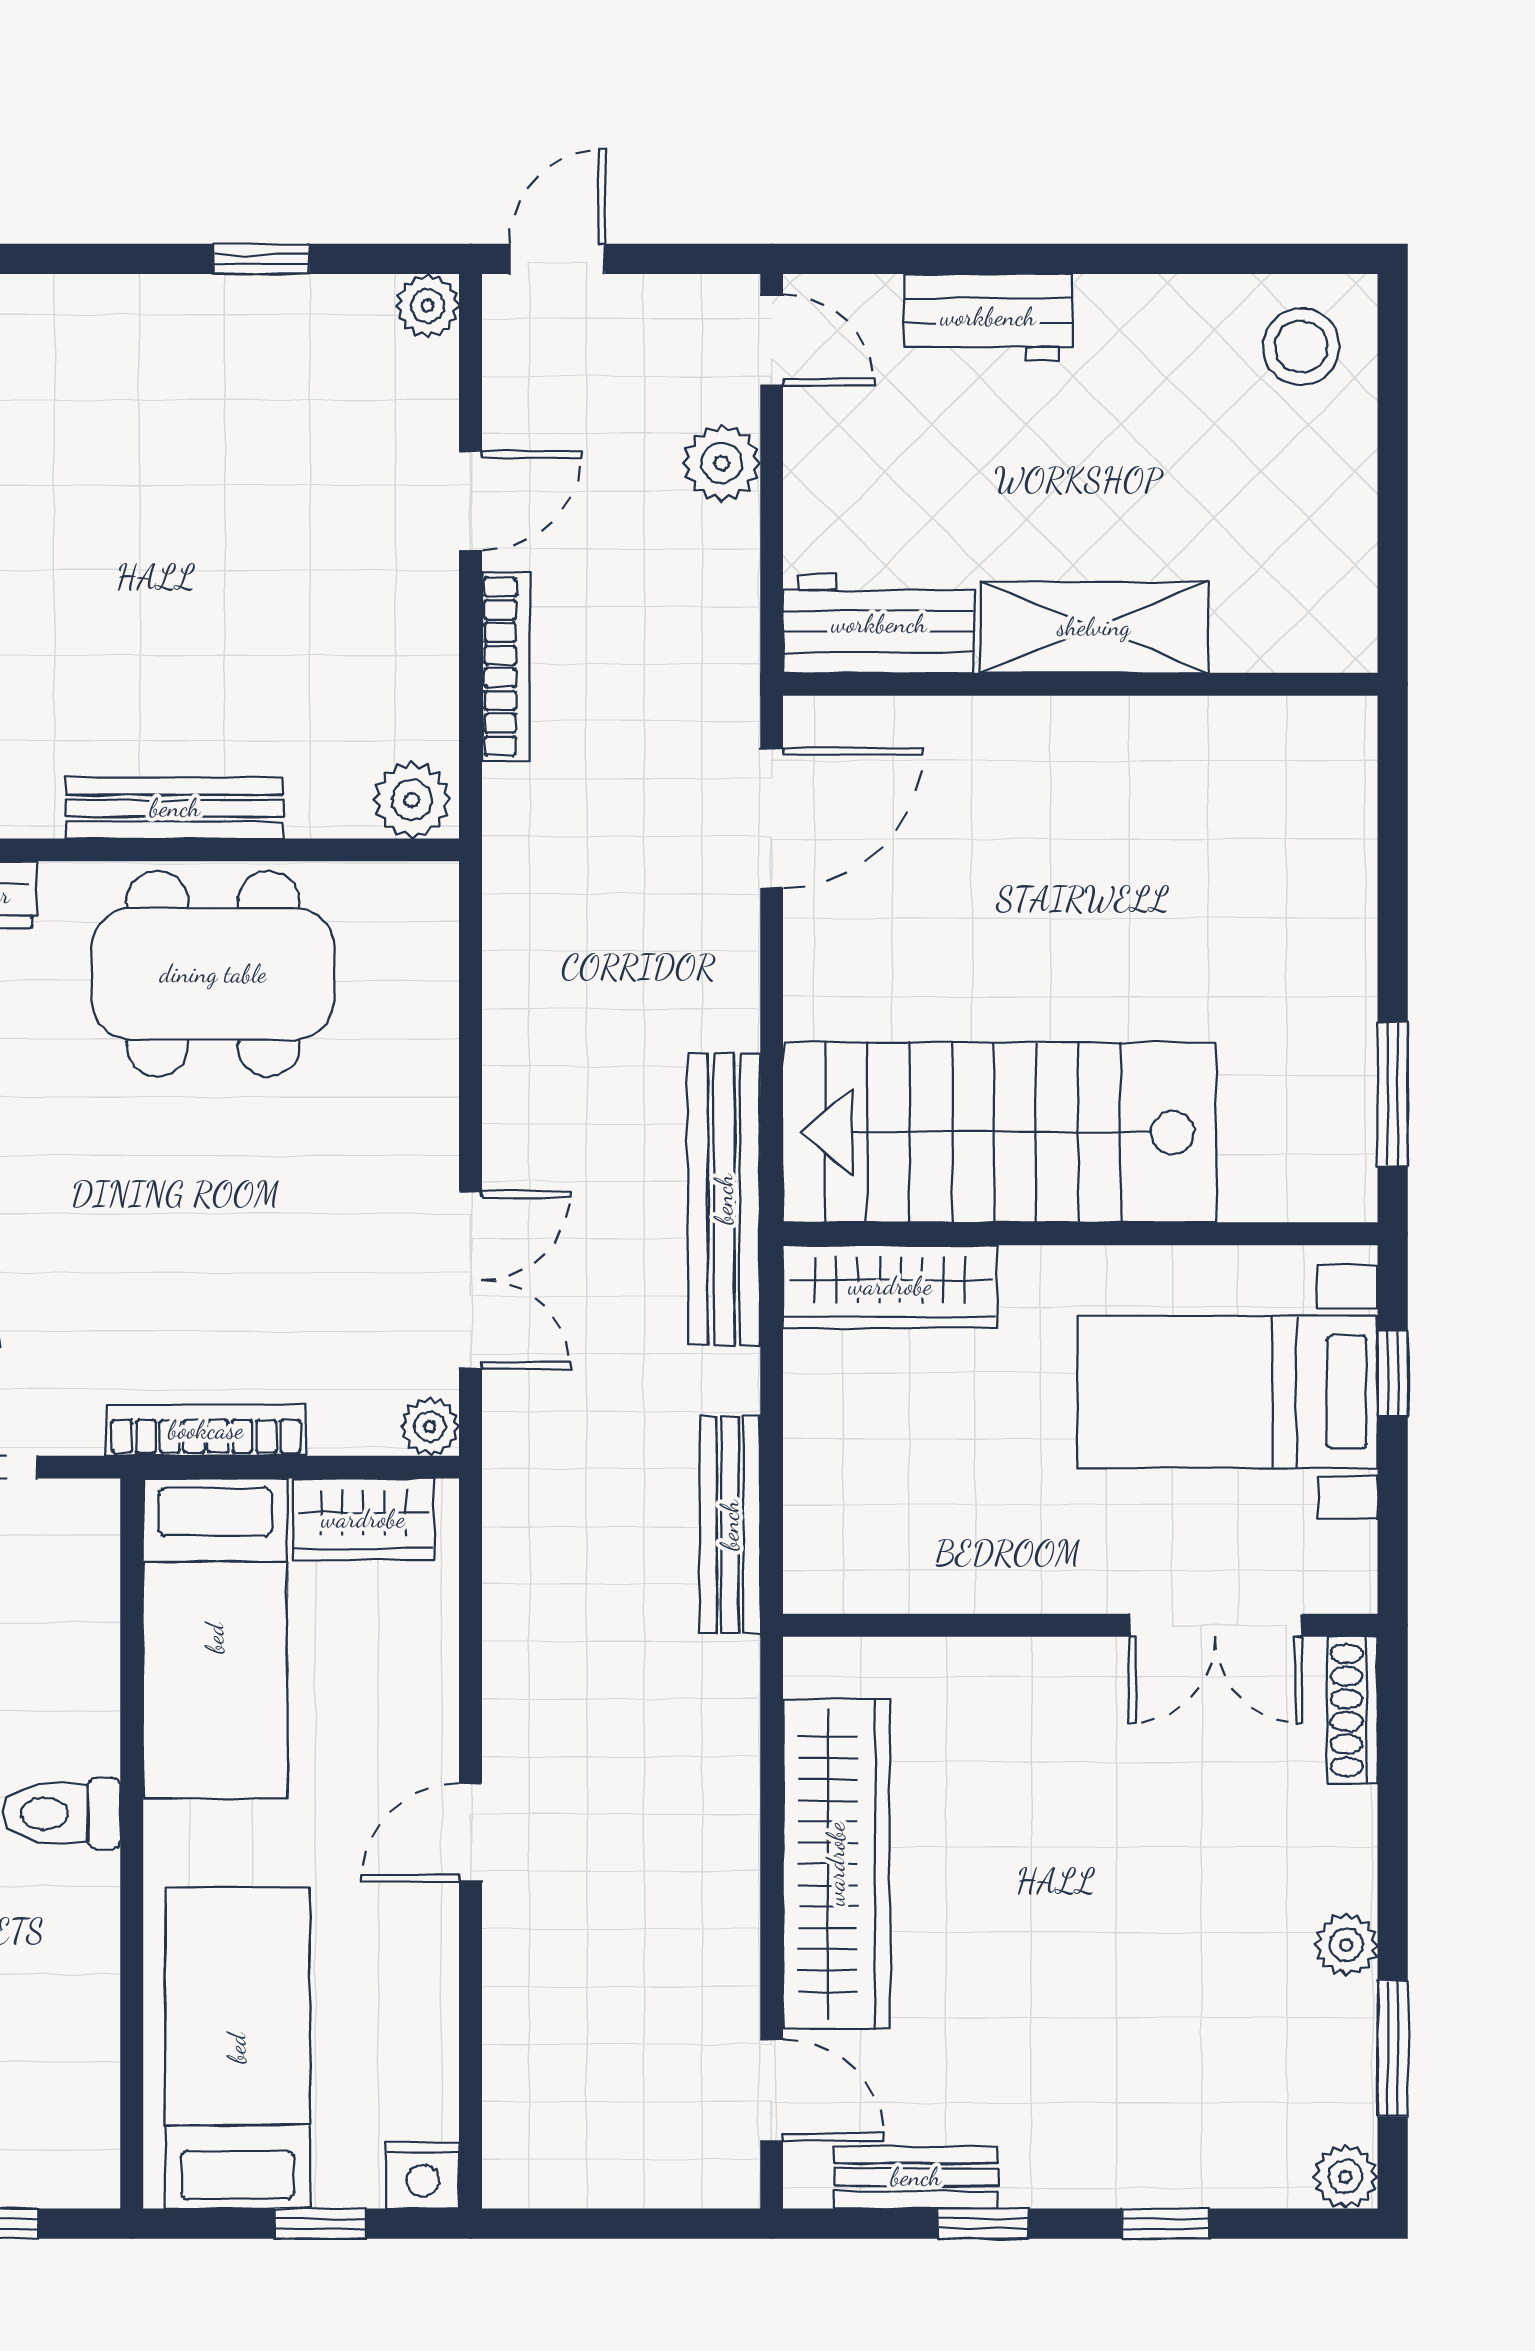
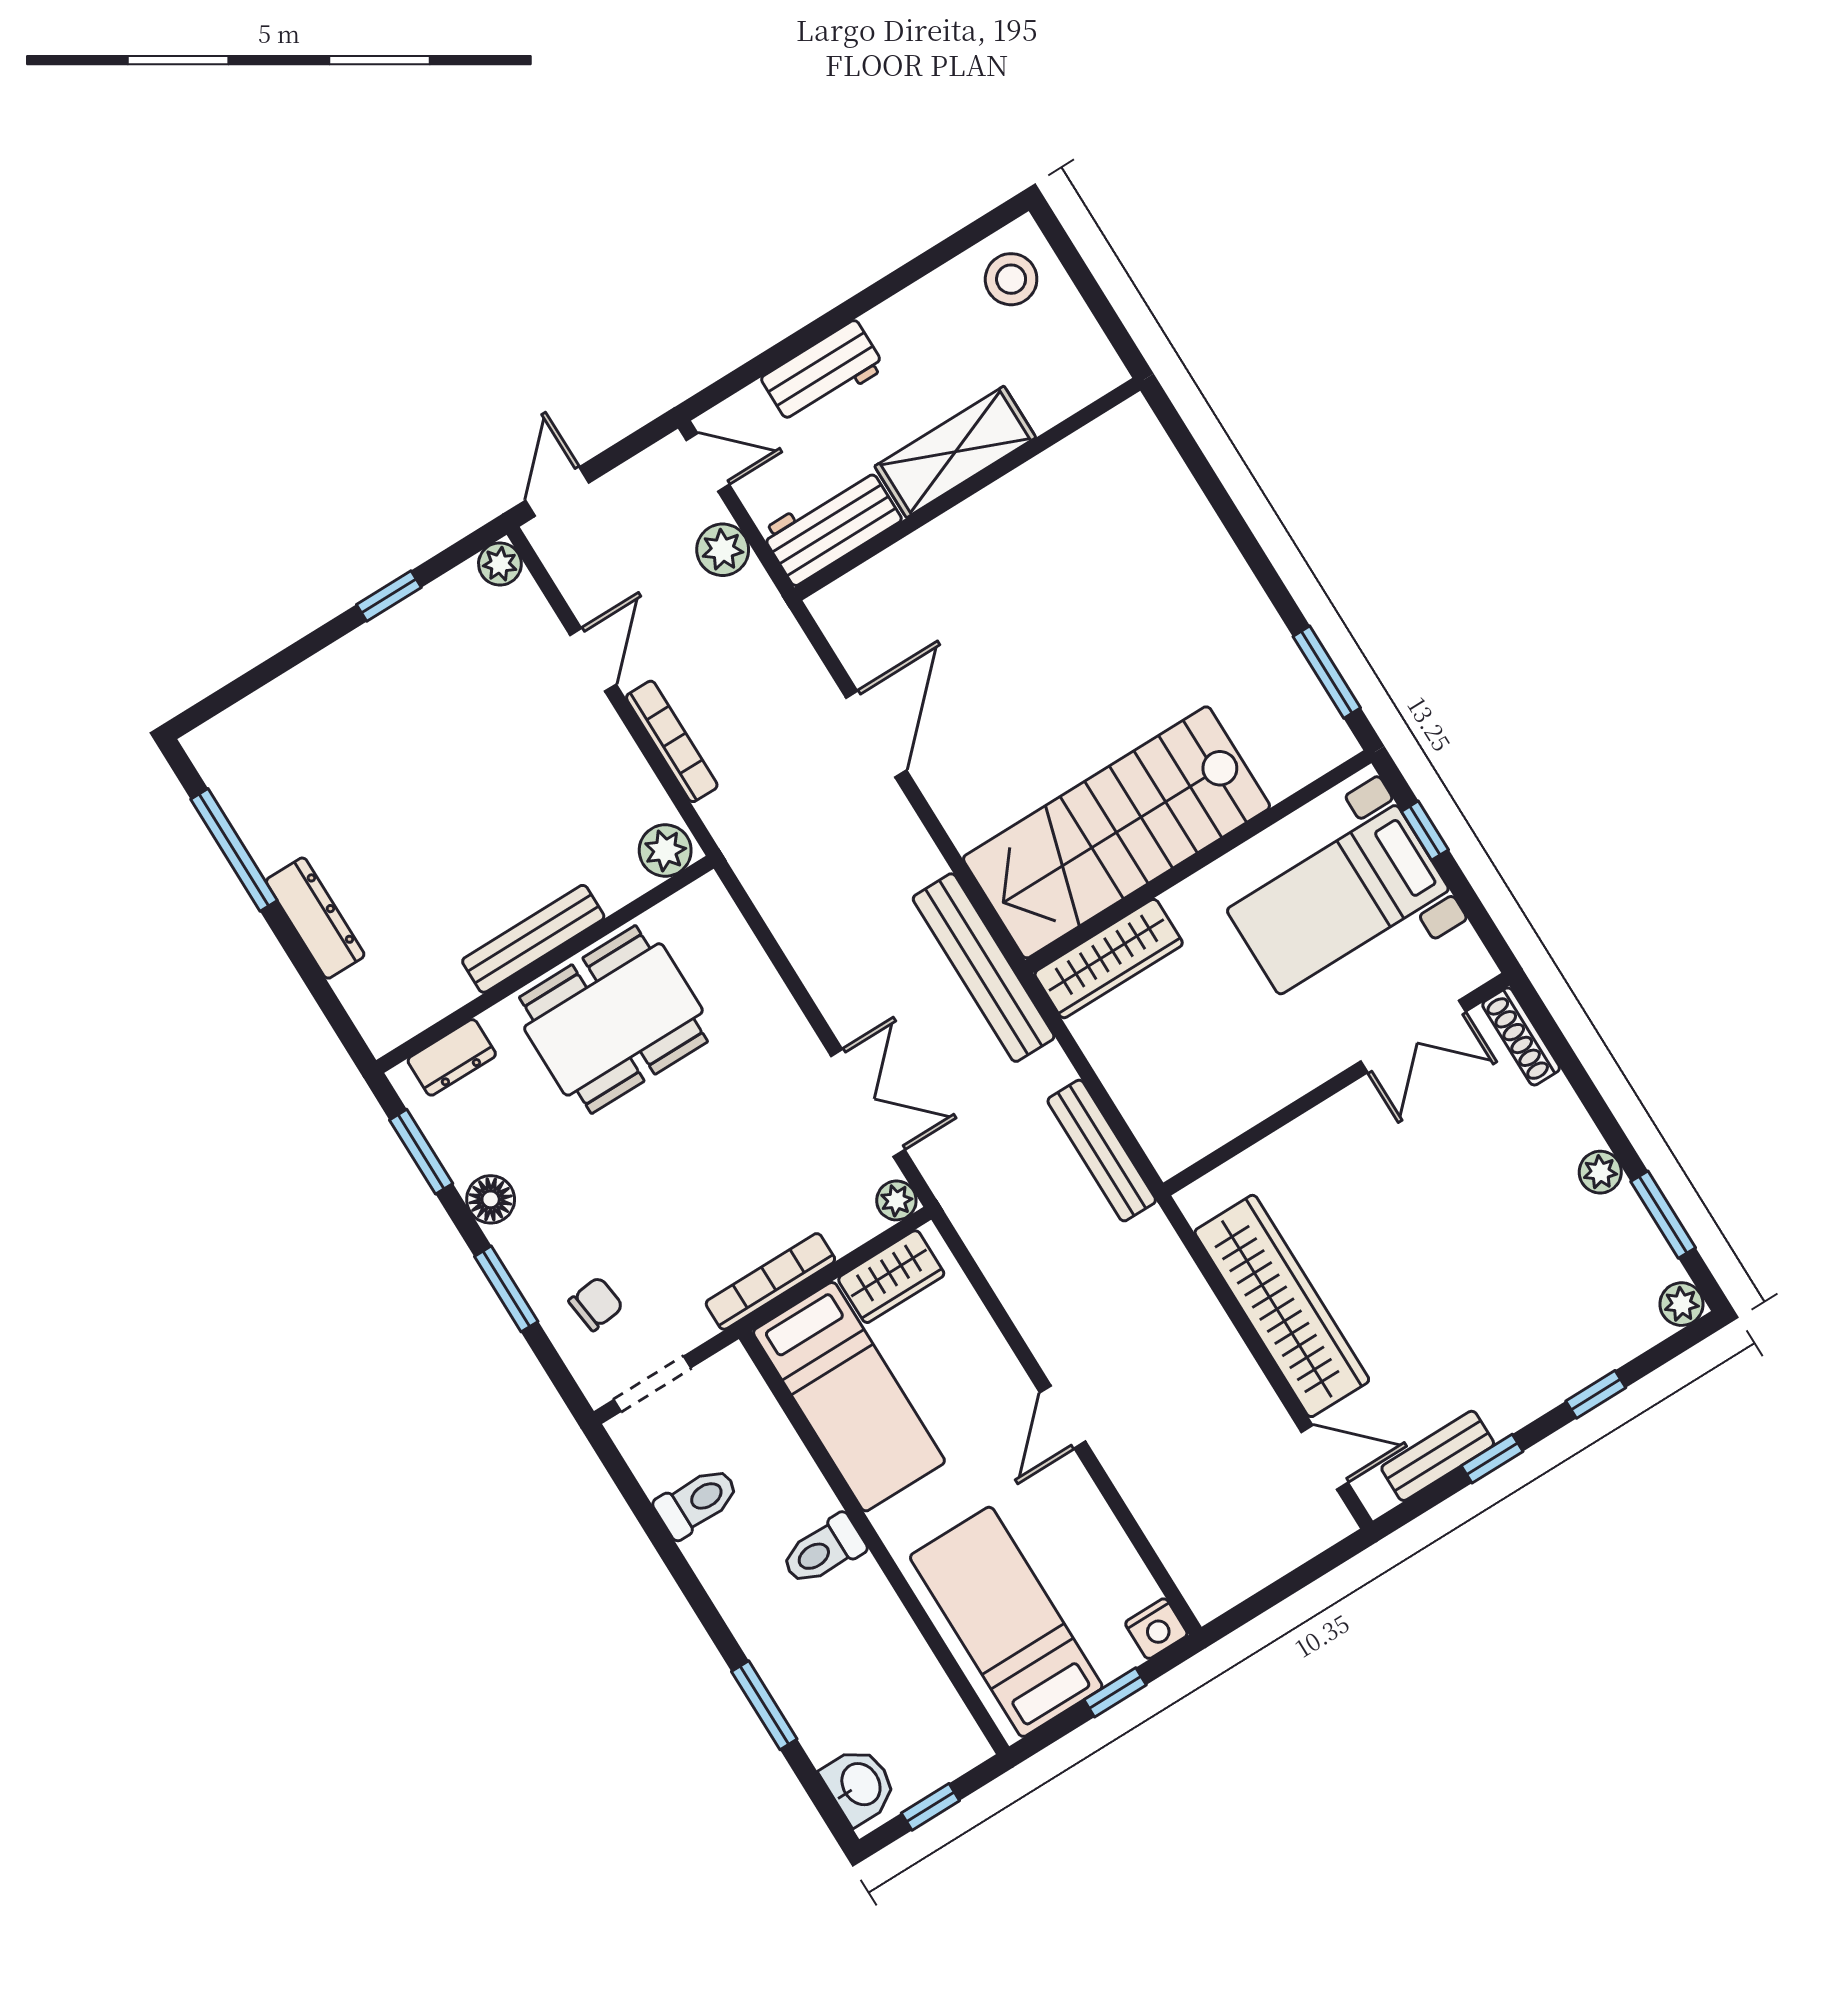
workbench: (879, 624) -> (831, 526), moved
shelving: (1094, 627) -> (955, 452), moved
wall: (1080, 684) -> (967, 489), moved

